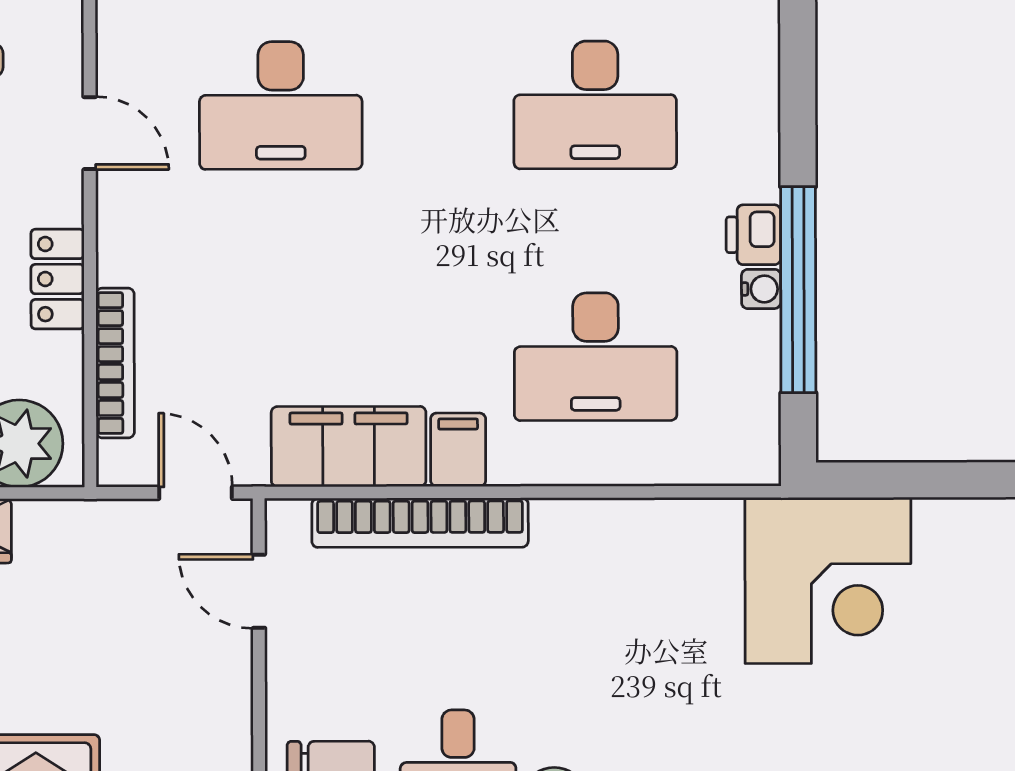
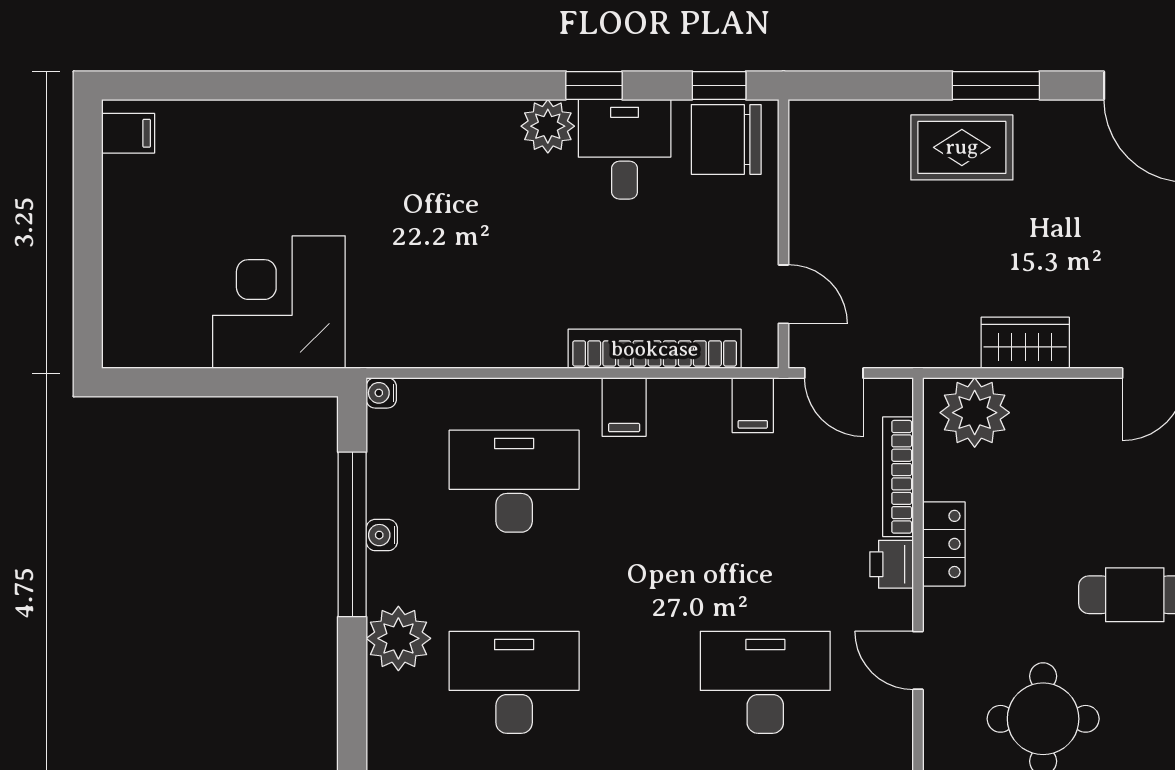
plant: (740, 160) -> (398, 638), added
printer: (753, 235) -> (892, 564), moved, turned 180
filing cabinet: (349, 447) -> (753, 405), width x0.33, depth x0.86
water cooler: (762, 467) -> (381, 393), added
corner desk: (828, 580) -> (279, 302), moved

